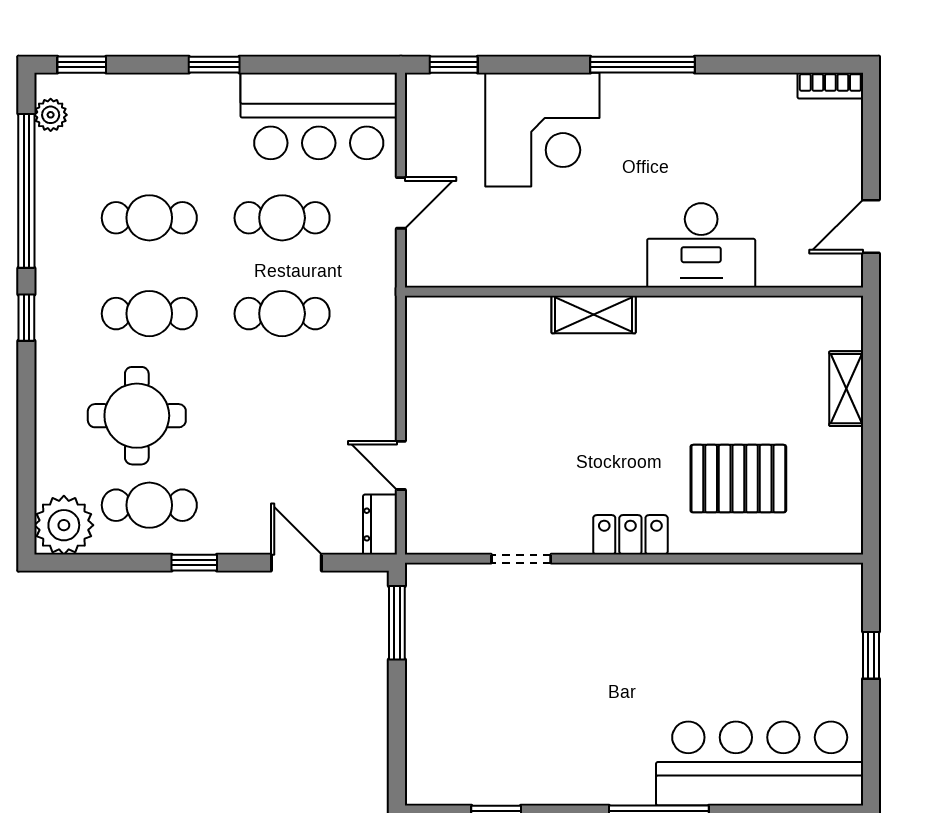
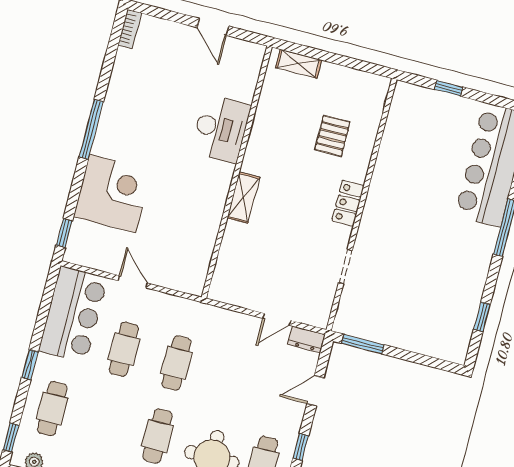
cafe table: (149, 218) -> (52, 409), moved
desk: (701, 245) -> (221, 129), moved
wall: (634, 292) -> (237, 172), moved
shelving: (594, 315) -> (244, 198), moved
pallet: (738, 479) -> (332, 136), width x0.67, depth x0.71

